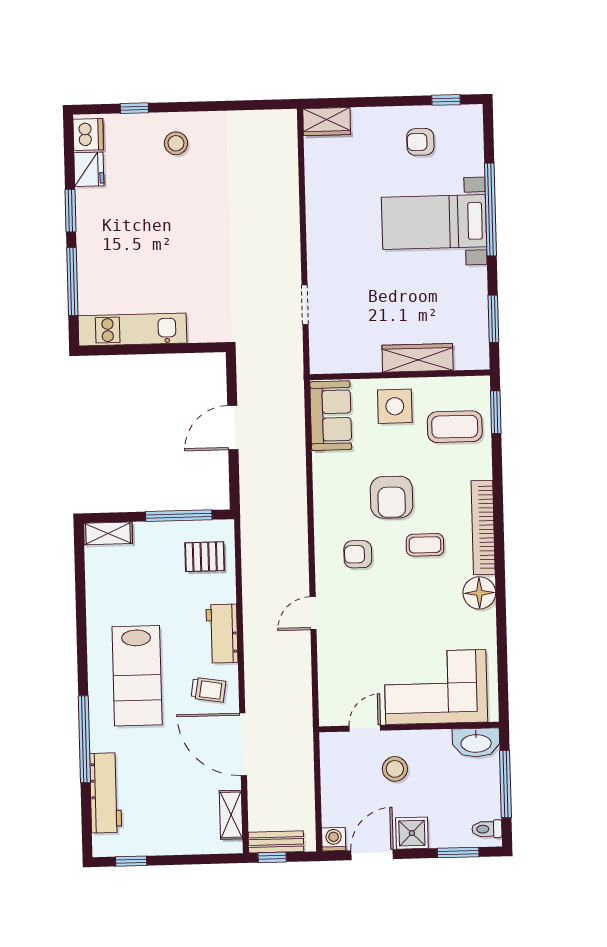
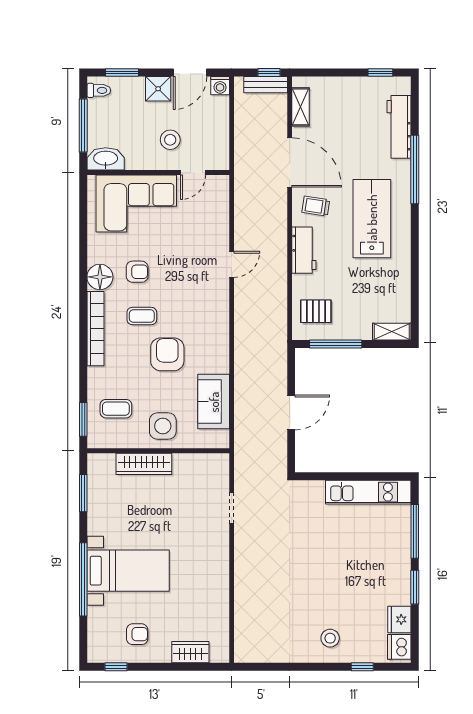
wardrobe: (327, 122) -> (190, 652), moved
sofa: (331, 416) -> (214, 402), moved
coffee table: (455, 427) -> (116, 409), width x0.73, depth x0.77
armchair: (358, 554) -> (137, 272), moved

